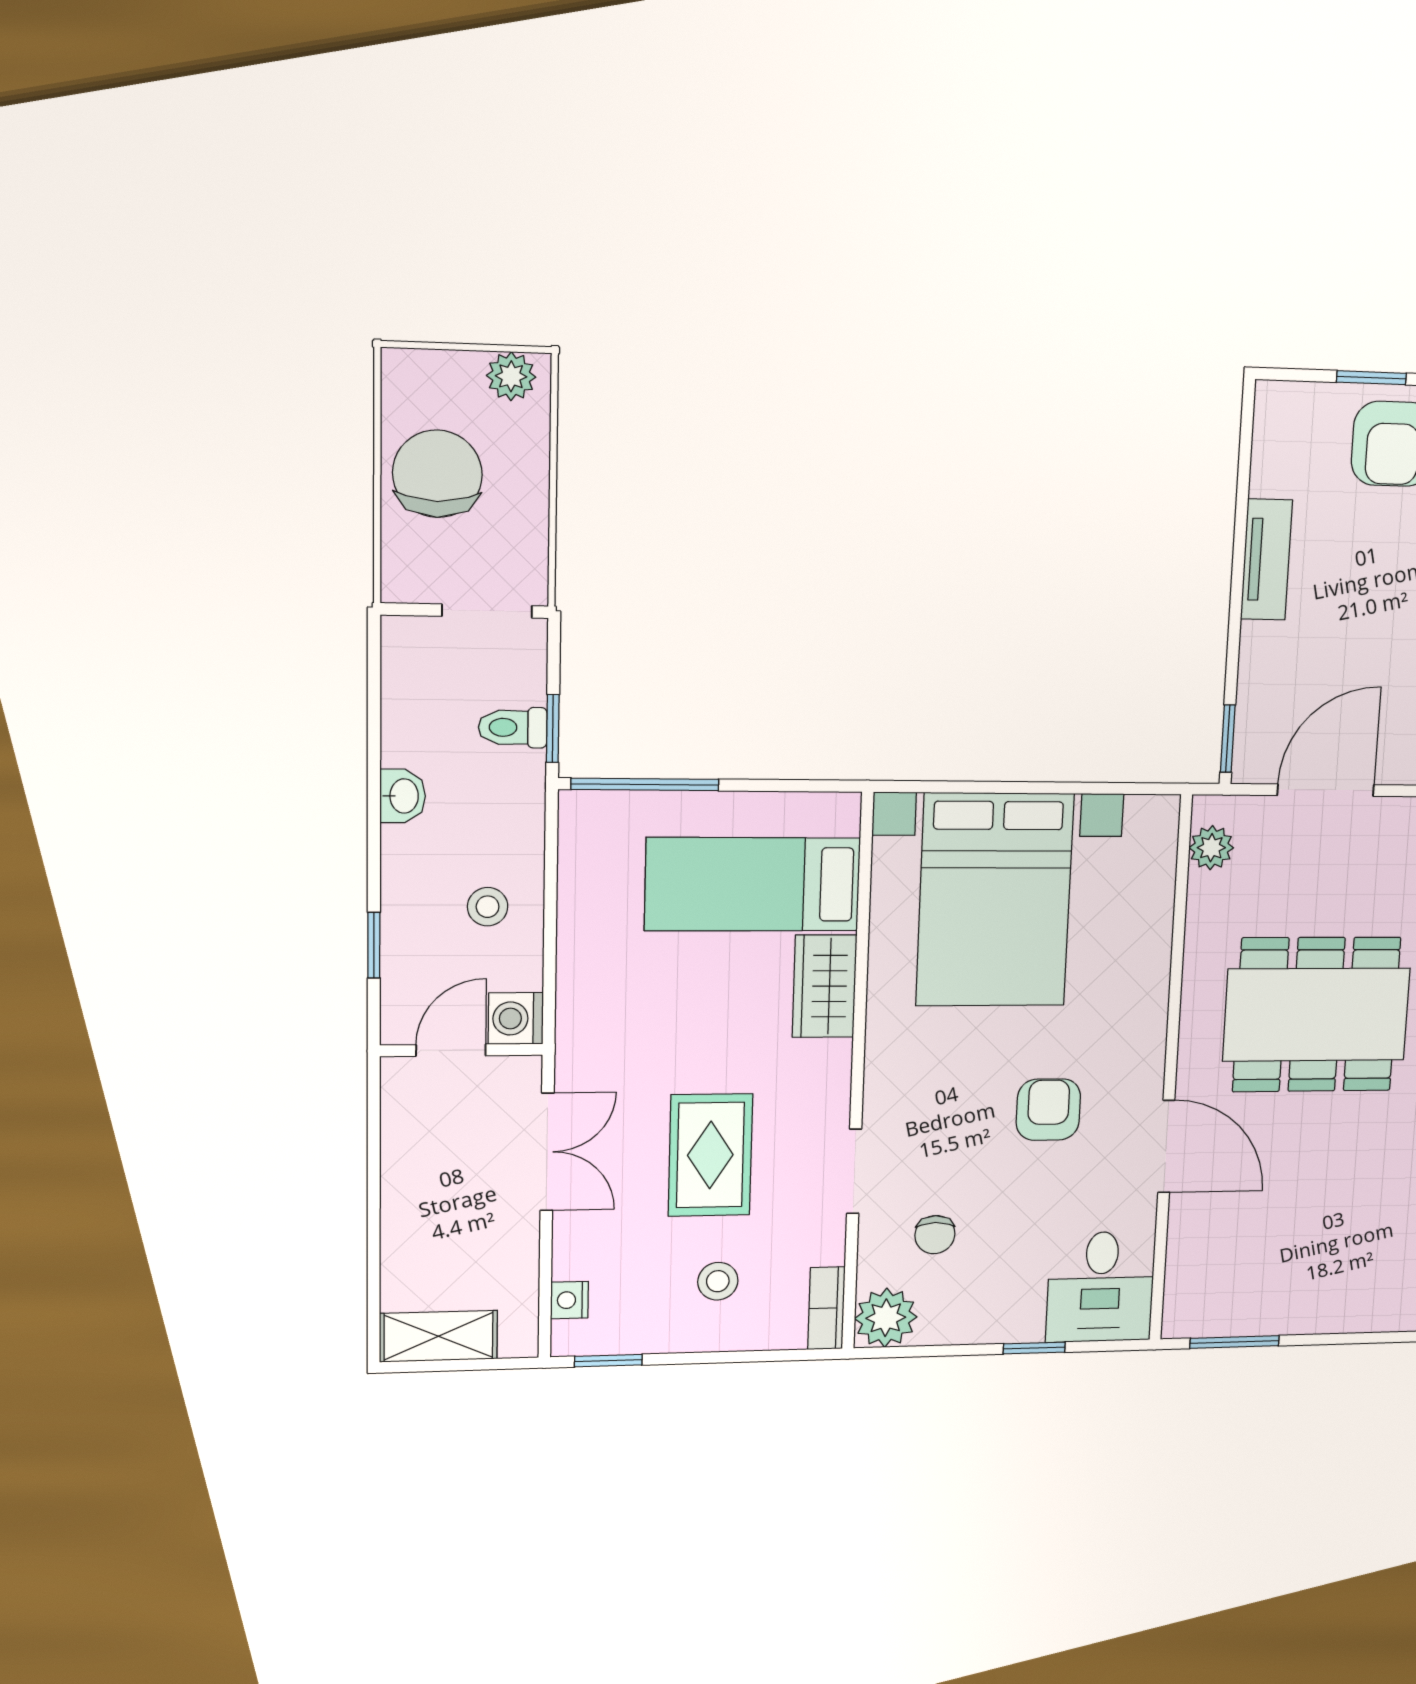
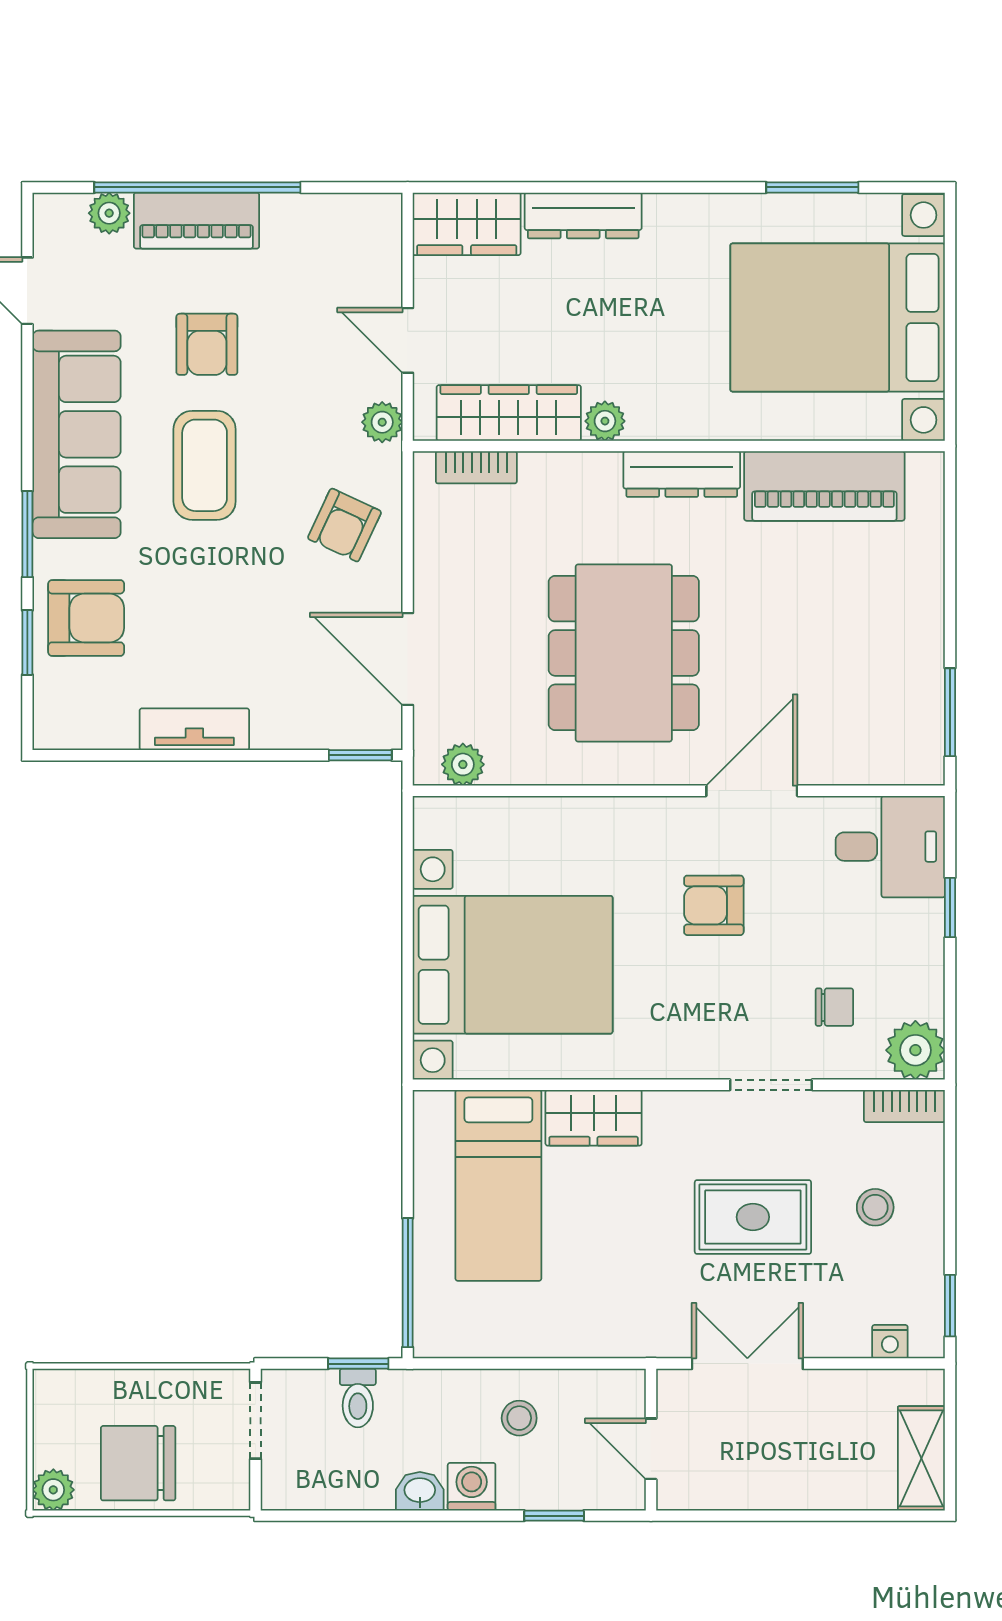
plant: (511, 376) -> (53, 1490), moved
washing machine: (516, 1018) -> (472, 1487), moved, turned 180

